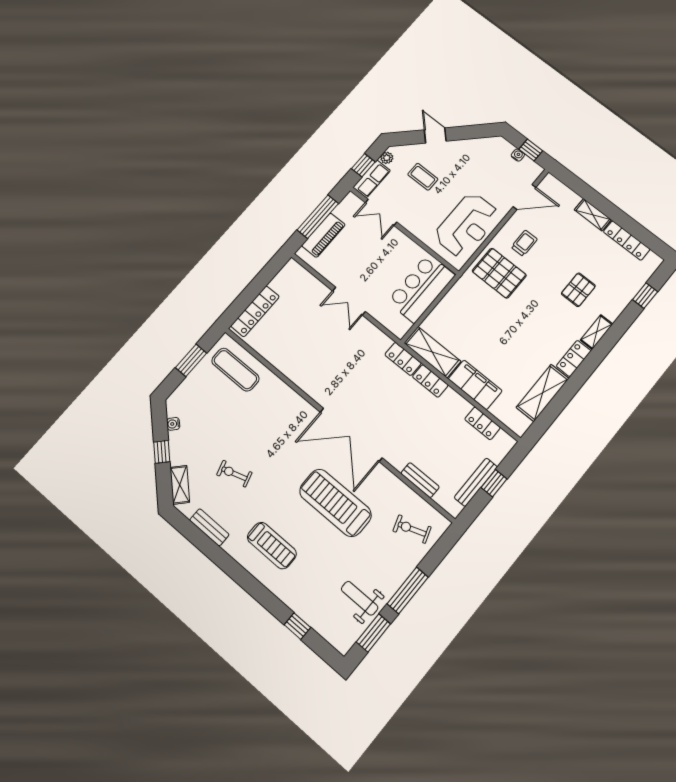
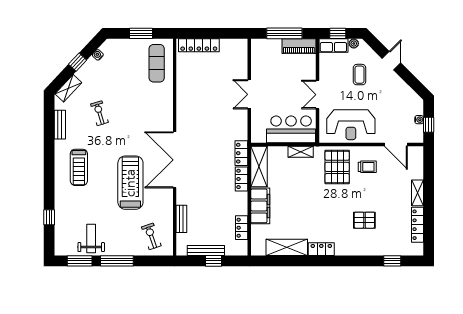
double door: (381, 212) -> (317, 95), moved
piano: (323, 235) -> (299, 46), moved
shelving: (597, 332) -> (301, 152), moved

